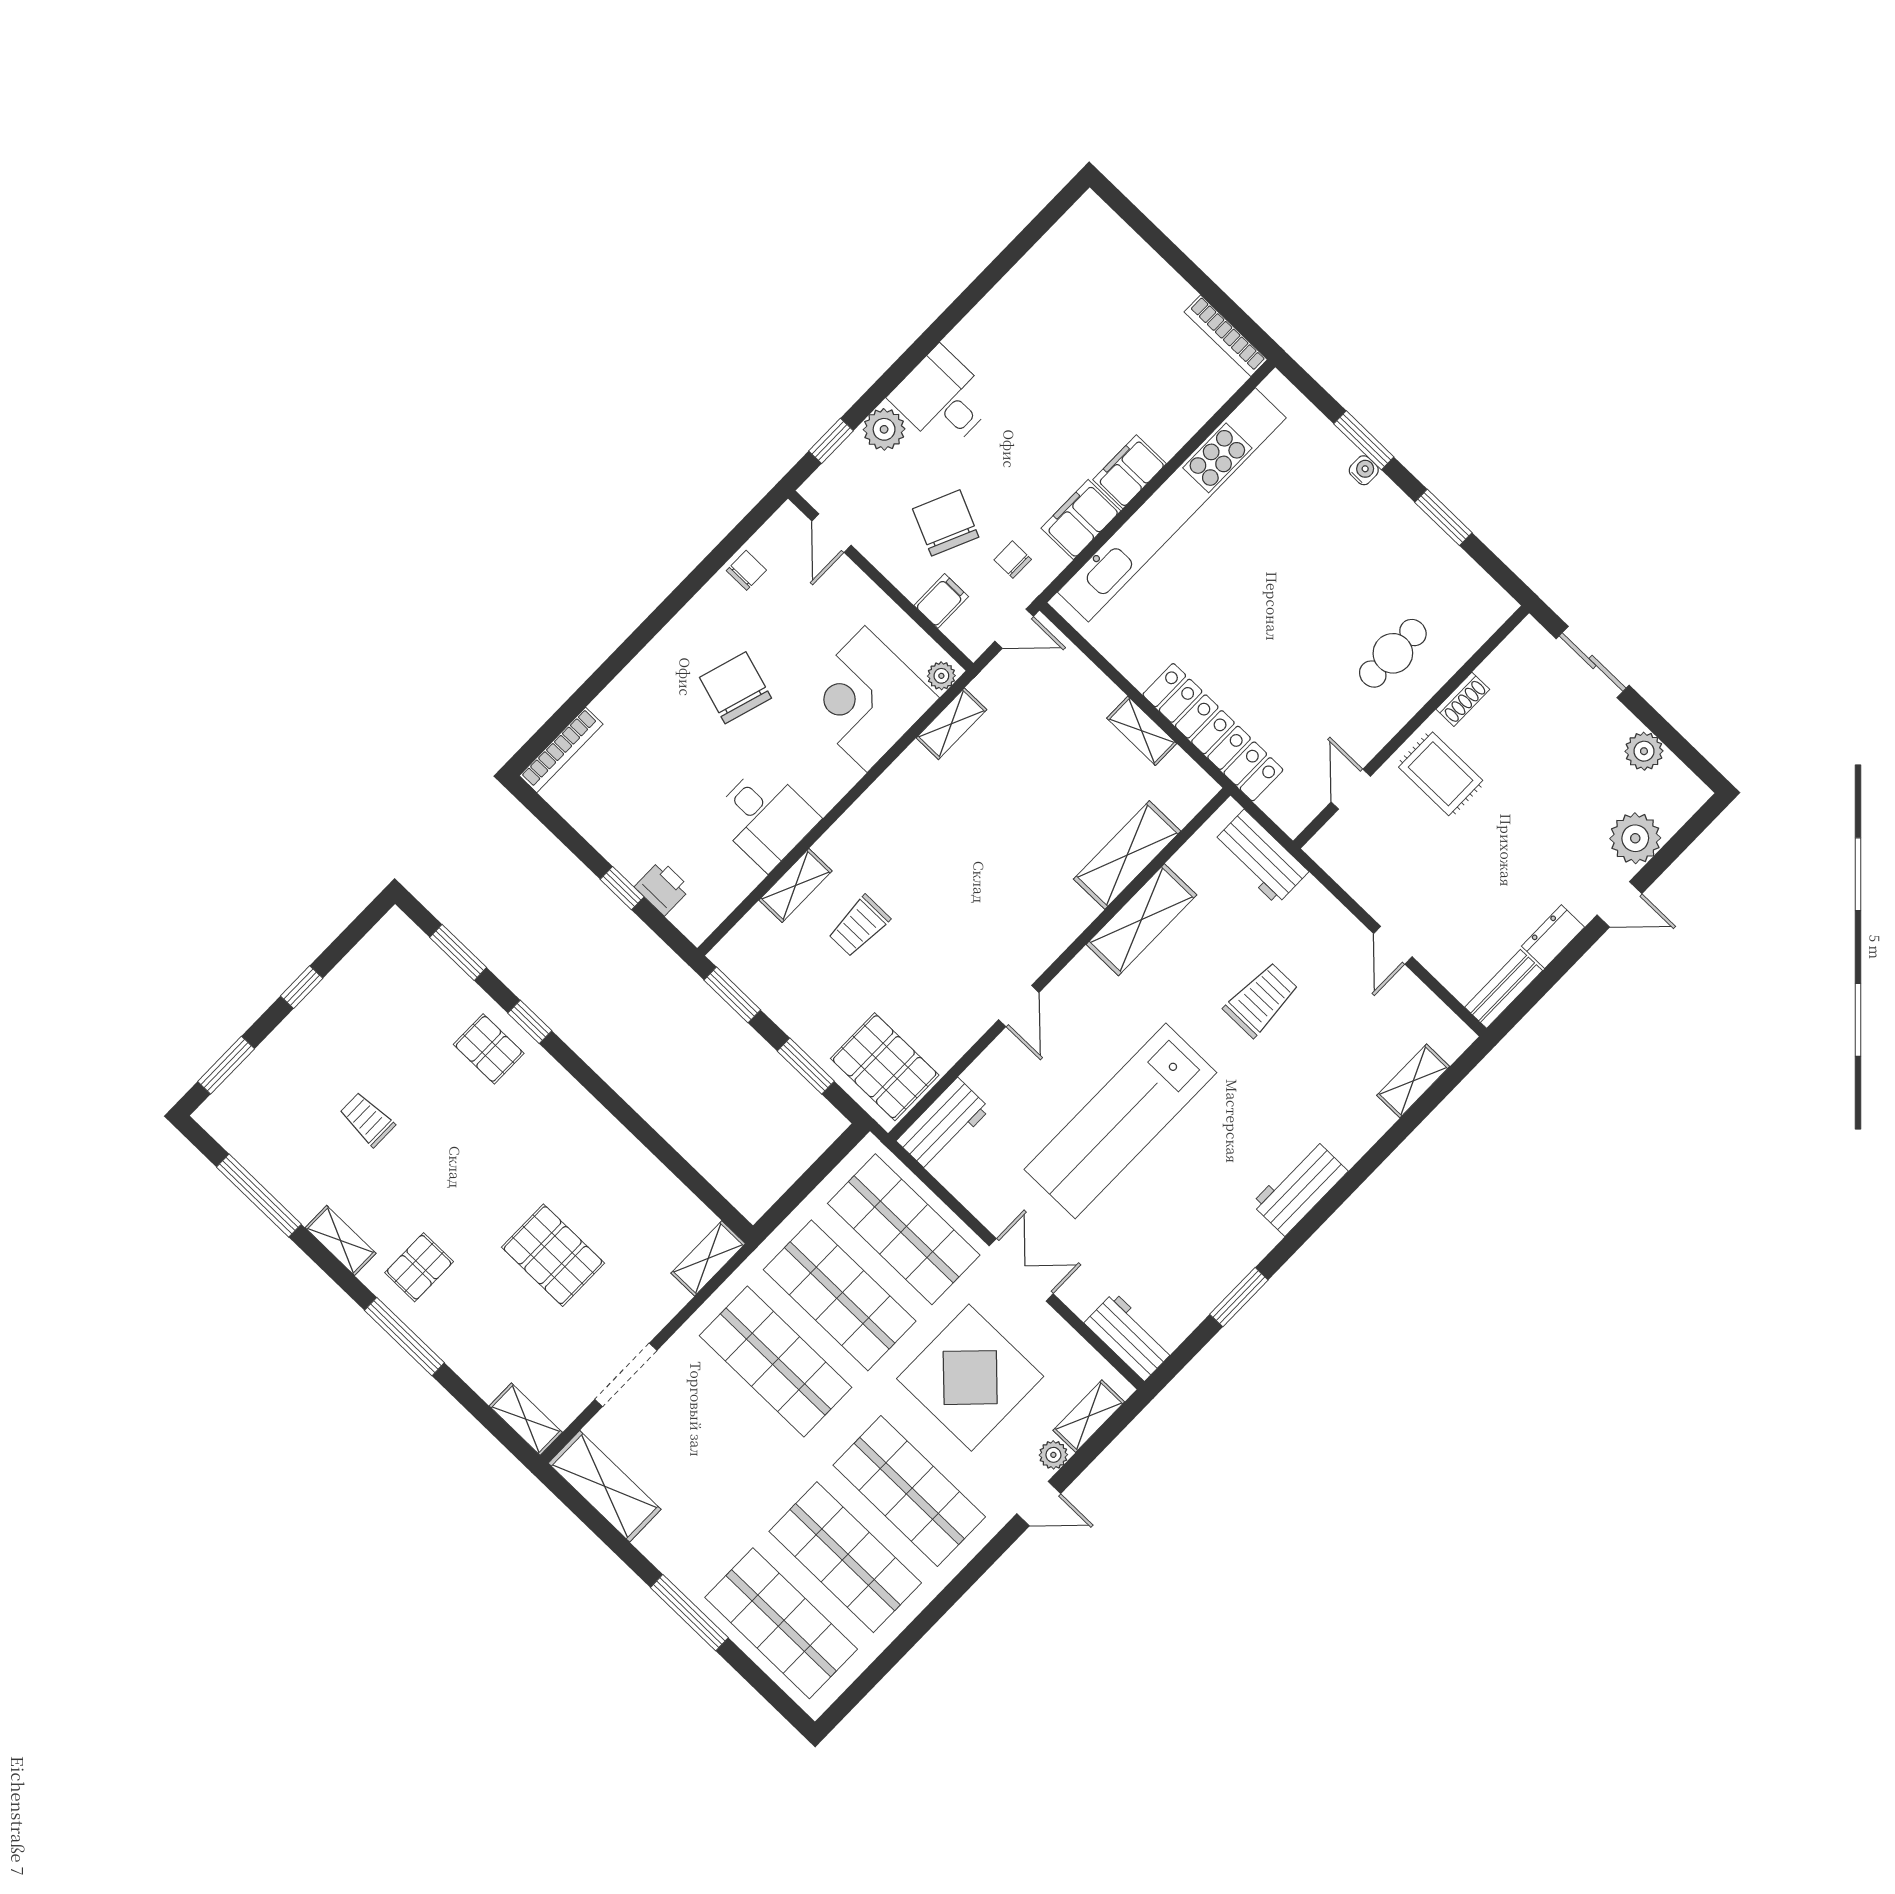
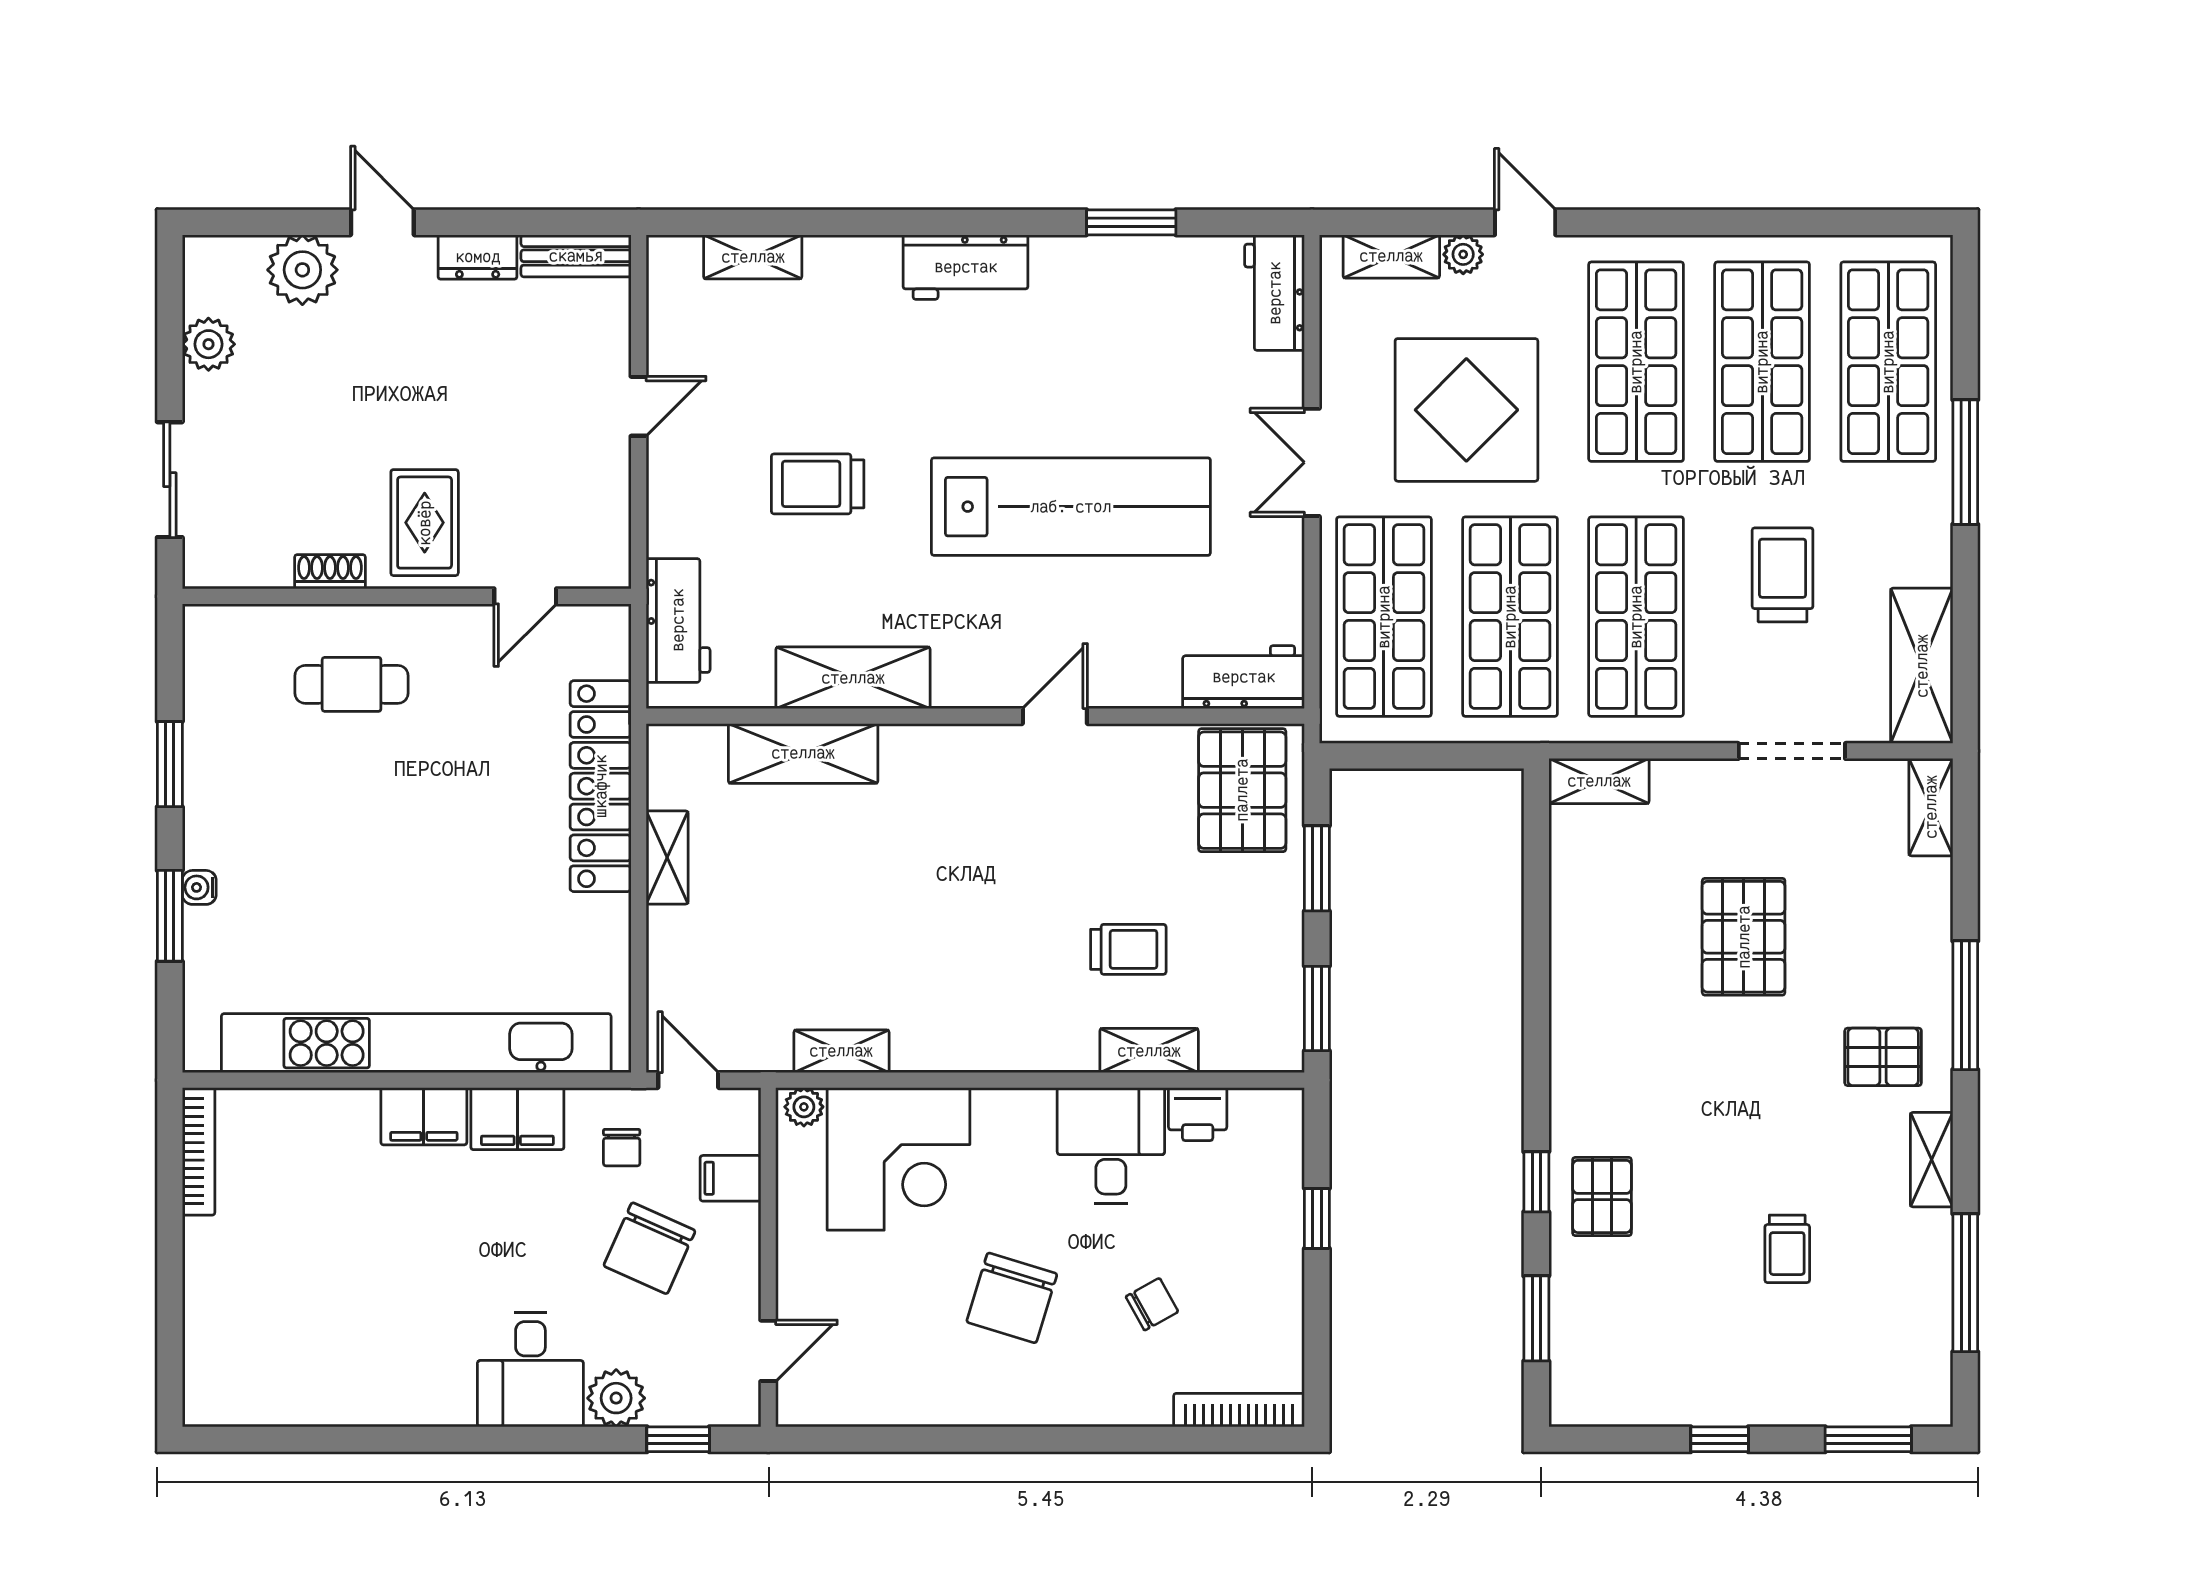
chair: (746, 570) -> (1152, 1304), moved, turned 151
printer: (663, 888) -> (1198, 1114), moved, turned -90
trolley: (723, 1460) -> (1783, 575), added

